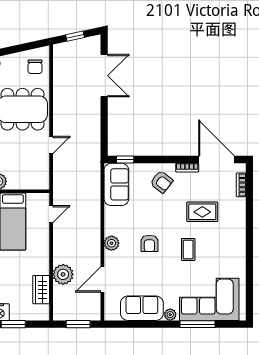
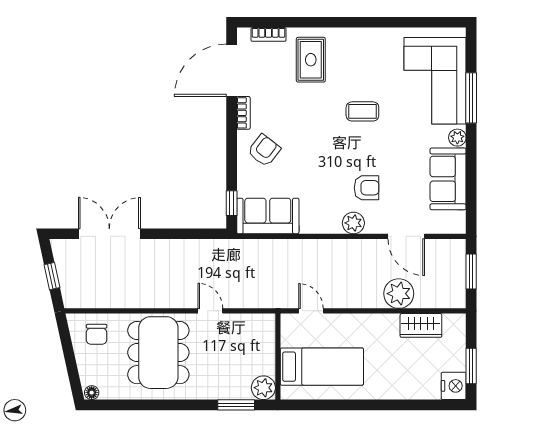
chair: (35, 67) -> (97, 334), turned 90
rug: (202, 212) -> (311, 60), moved
armchair: (149, 243) -> (366, 188), moved

